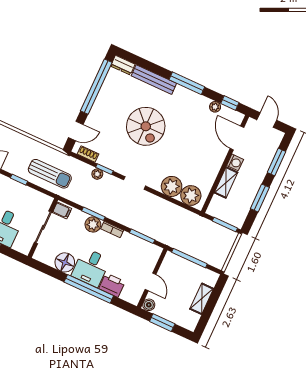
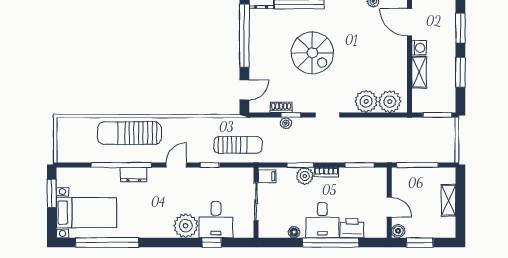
shoe rack: (88, 154) -> (281, 107), moved
floor lamp: (65, 262) -> (294, 232), width x0.53, depth x0.53

